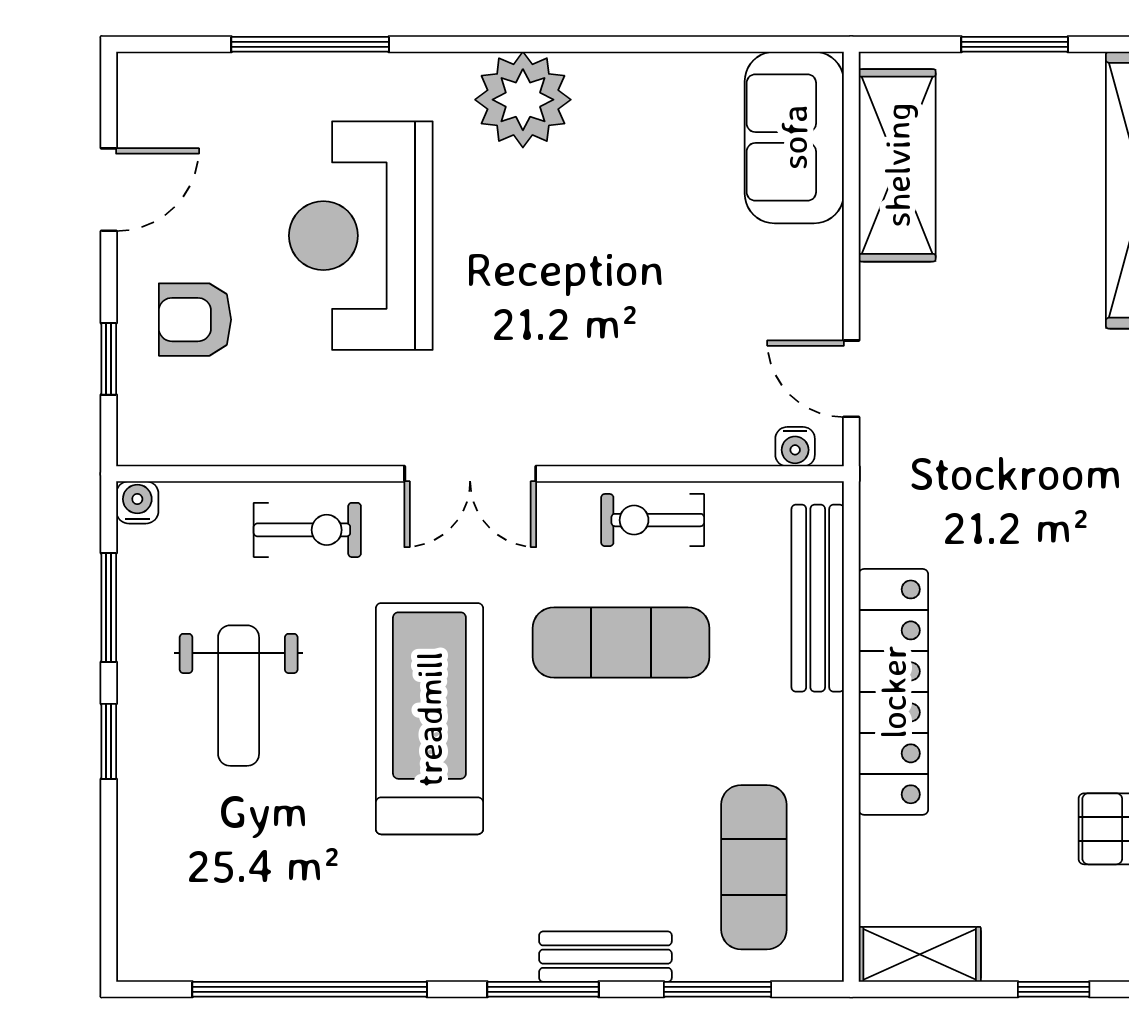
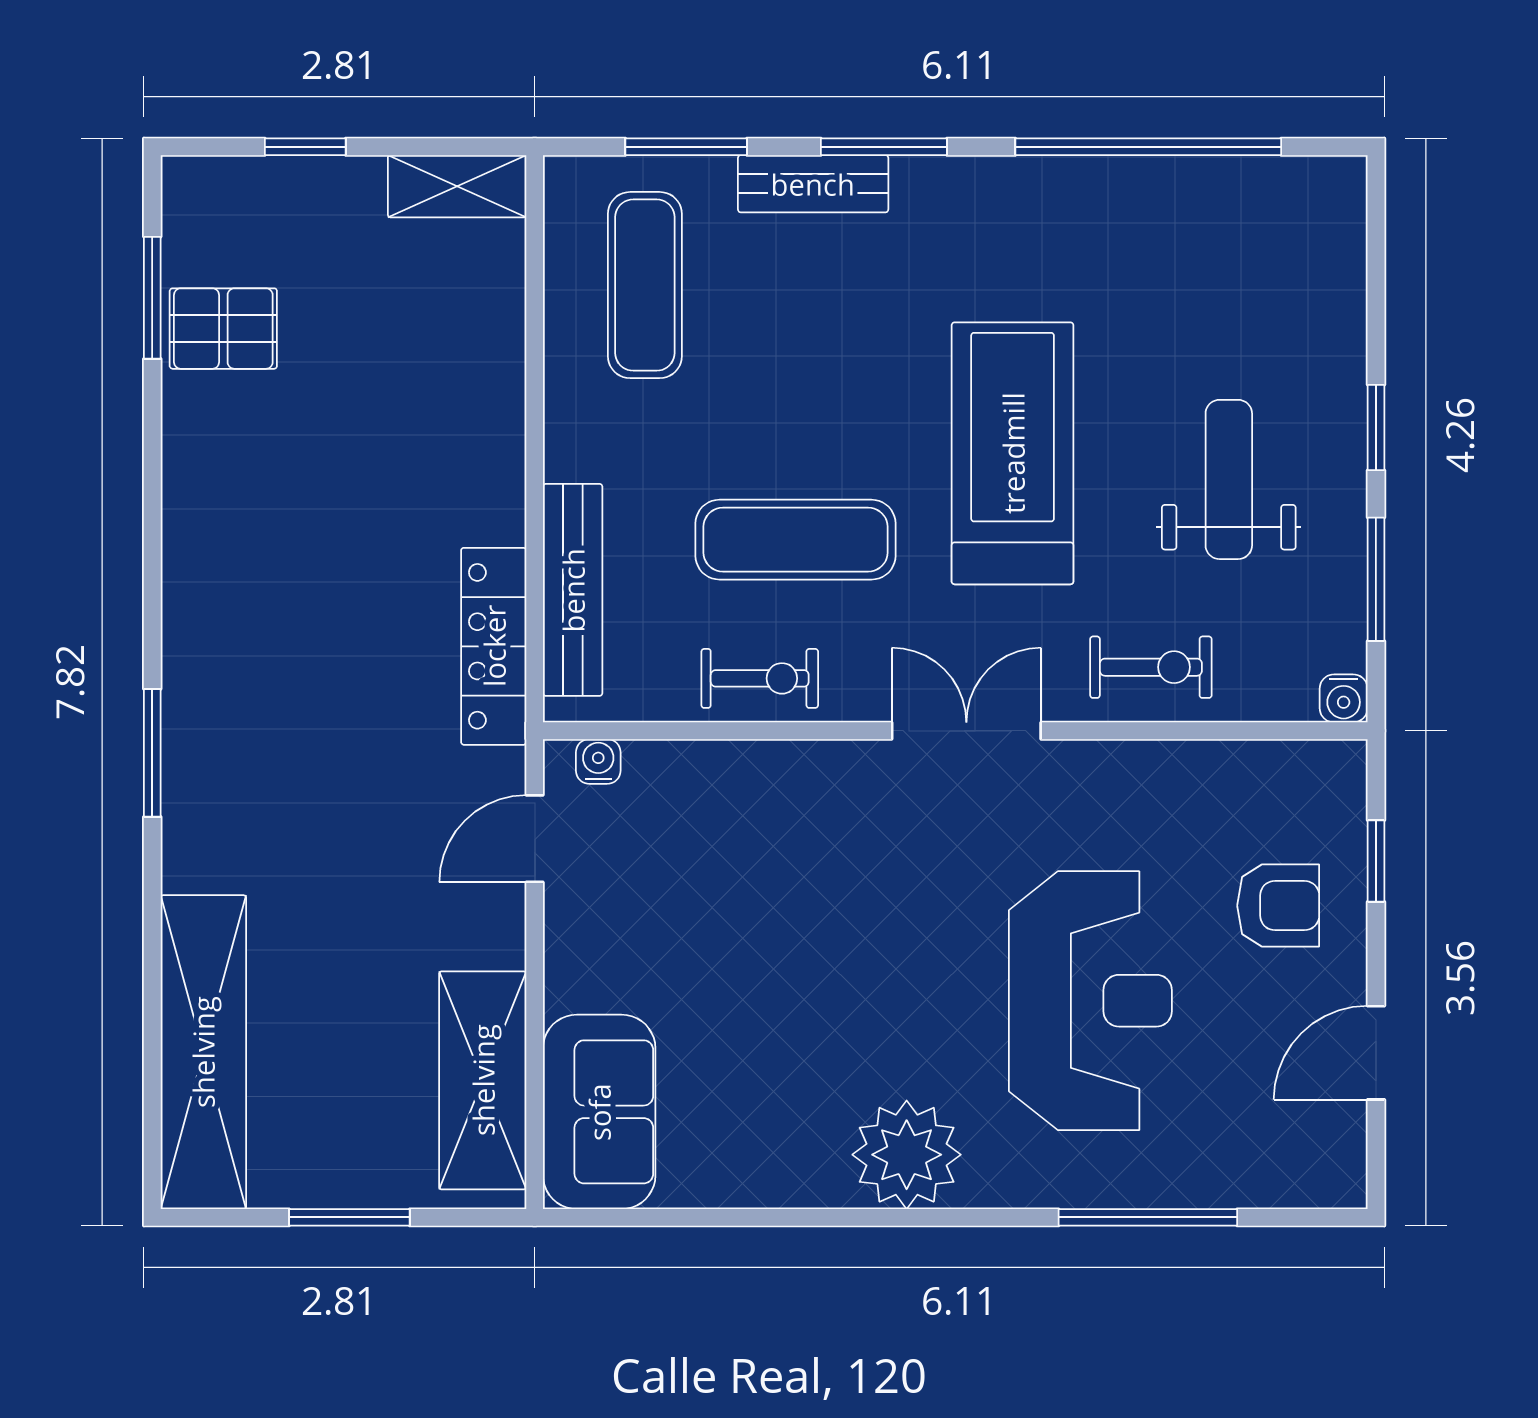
door: (851, 379) -> (535, 839), swing flipped
exercise bike: (307, 530) -> (1151, 667), turned 180
locker: (893, 692) -> (494, 646), moved, width x0.71, depth x0.83
treadmill: (429, 719) -> (1013, 453), turned 180

